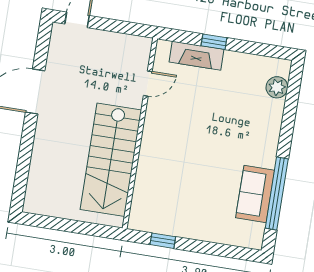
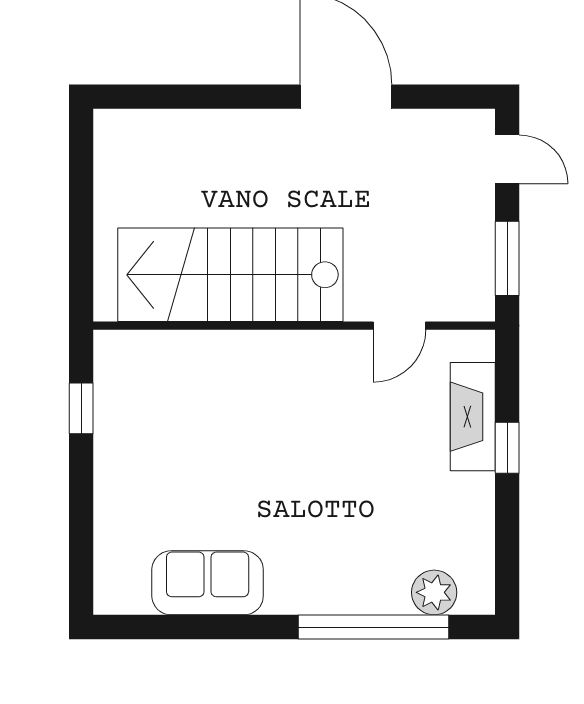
window: (124, 27) -> (507, 258), added
door: (148, 84) -> (399, 326), hinge flipped
window: (277, 193) -> (373, 627), moved

